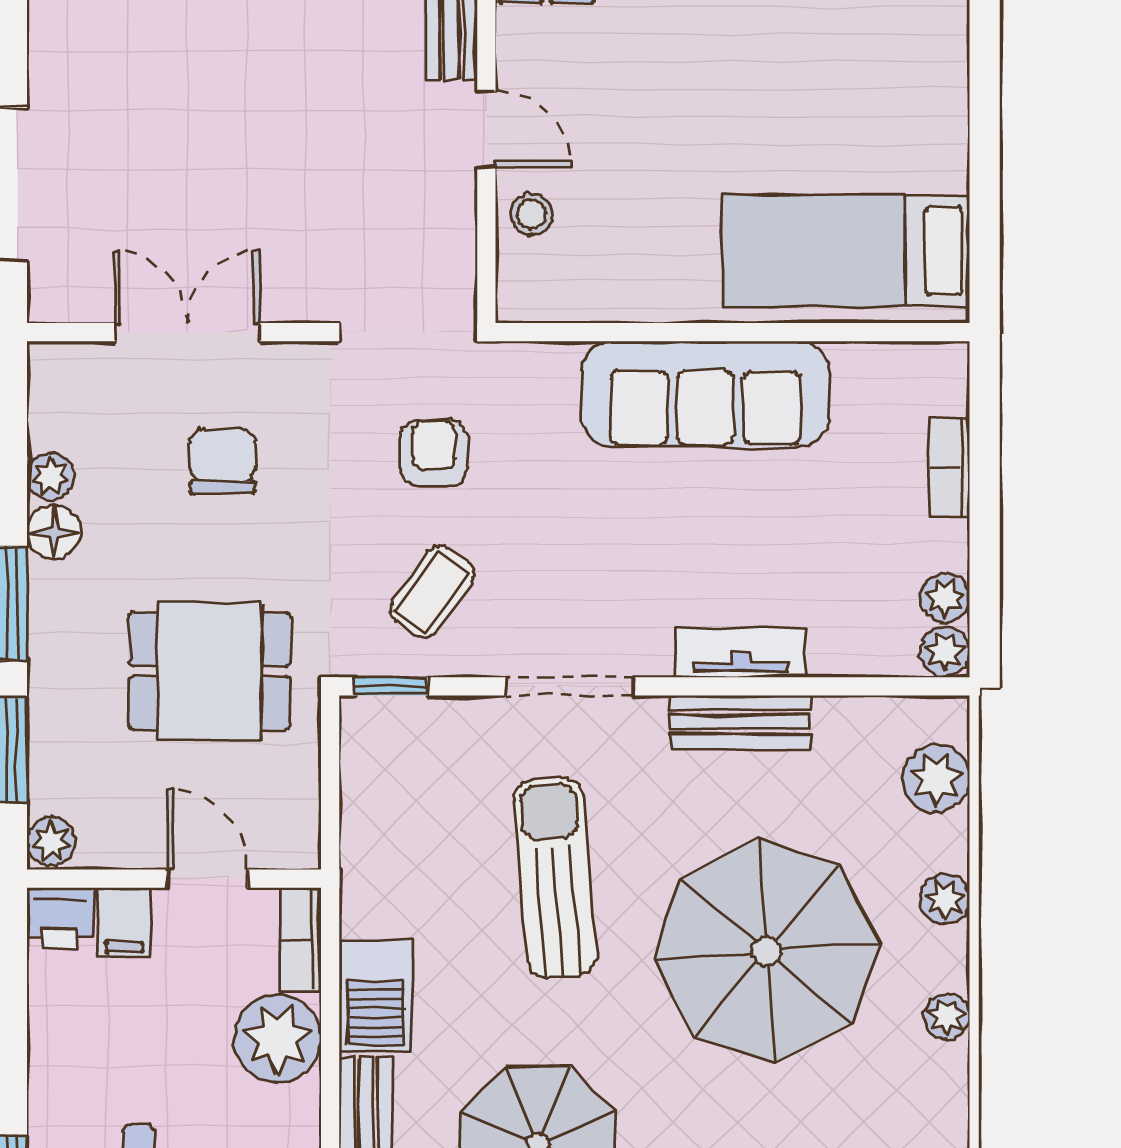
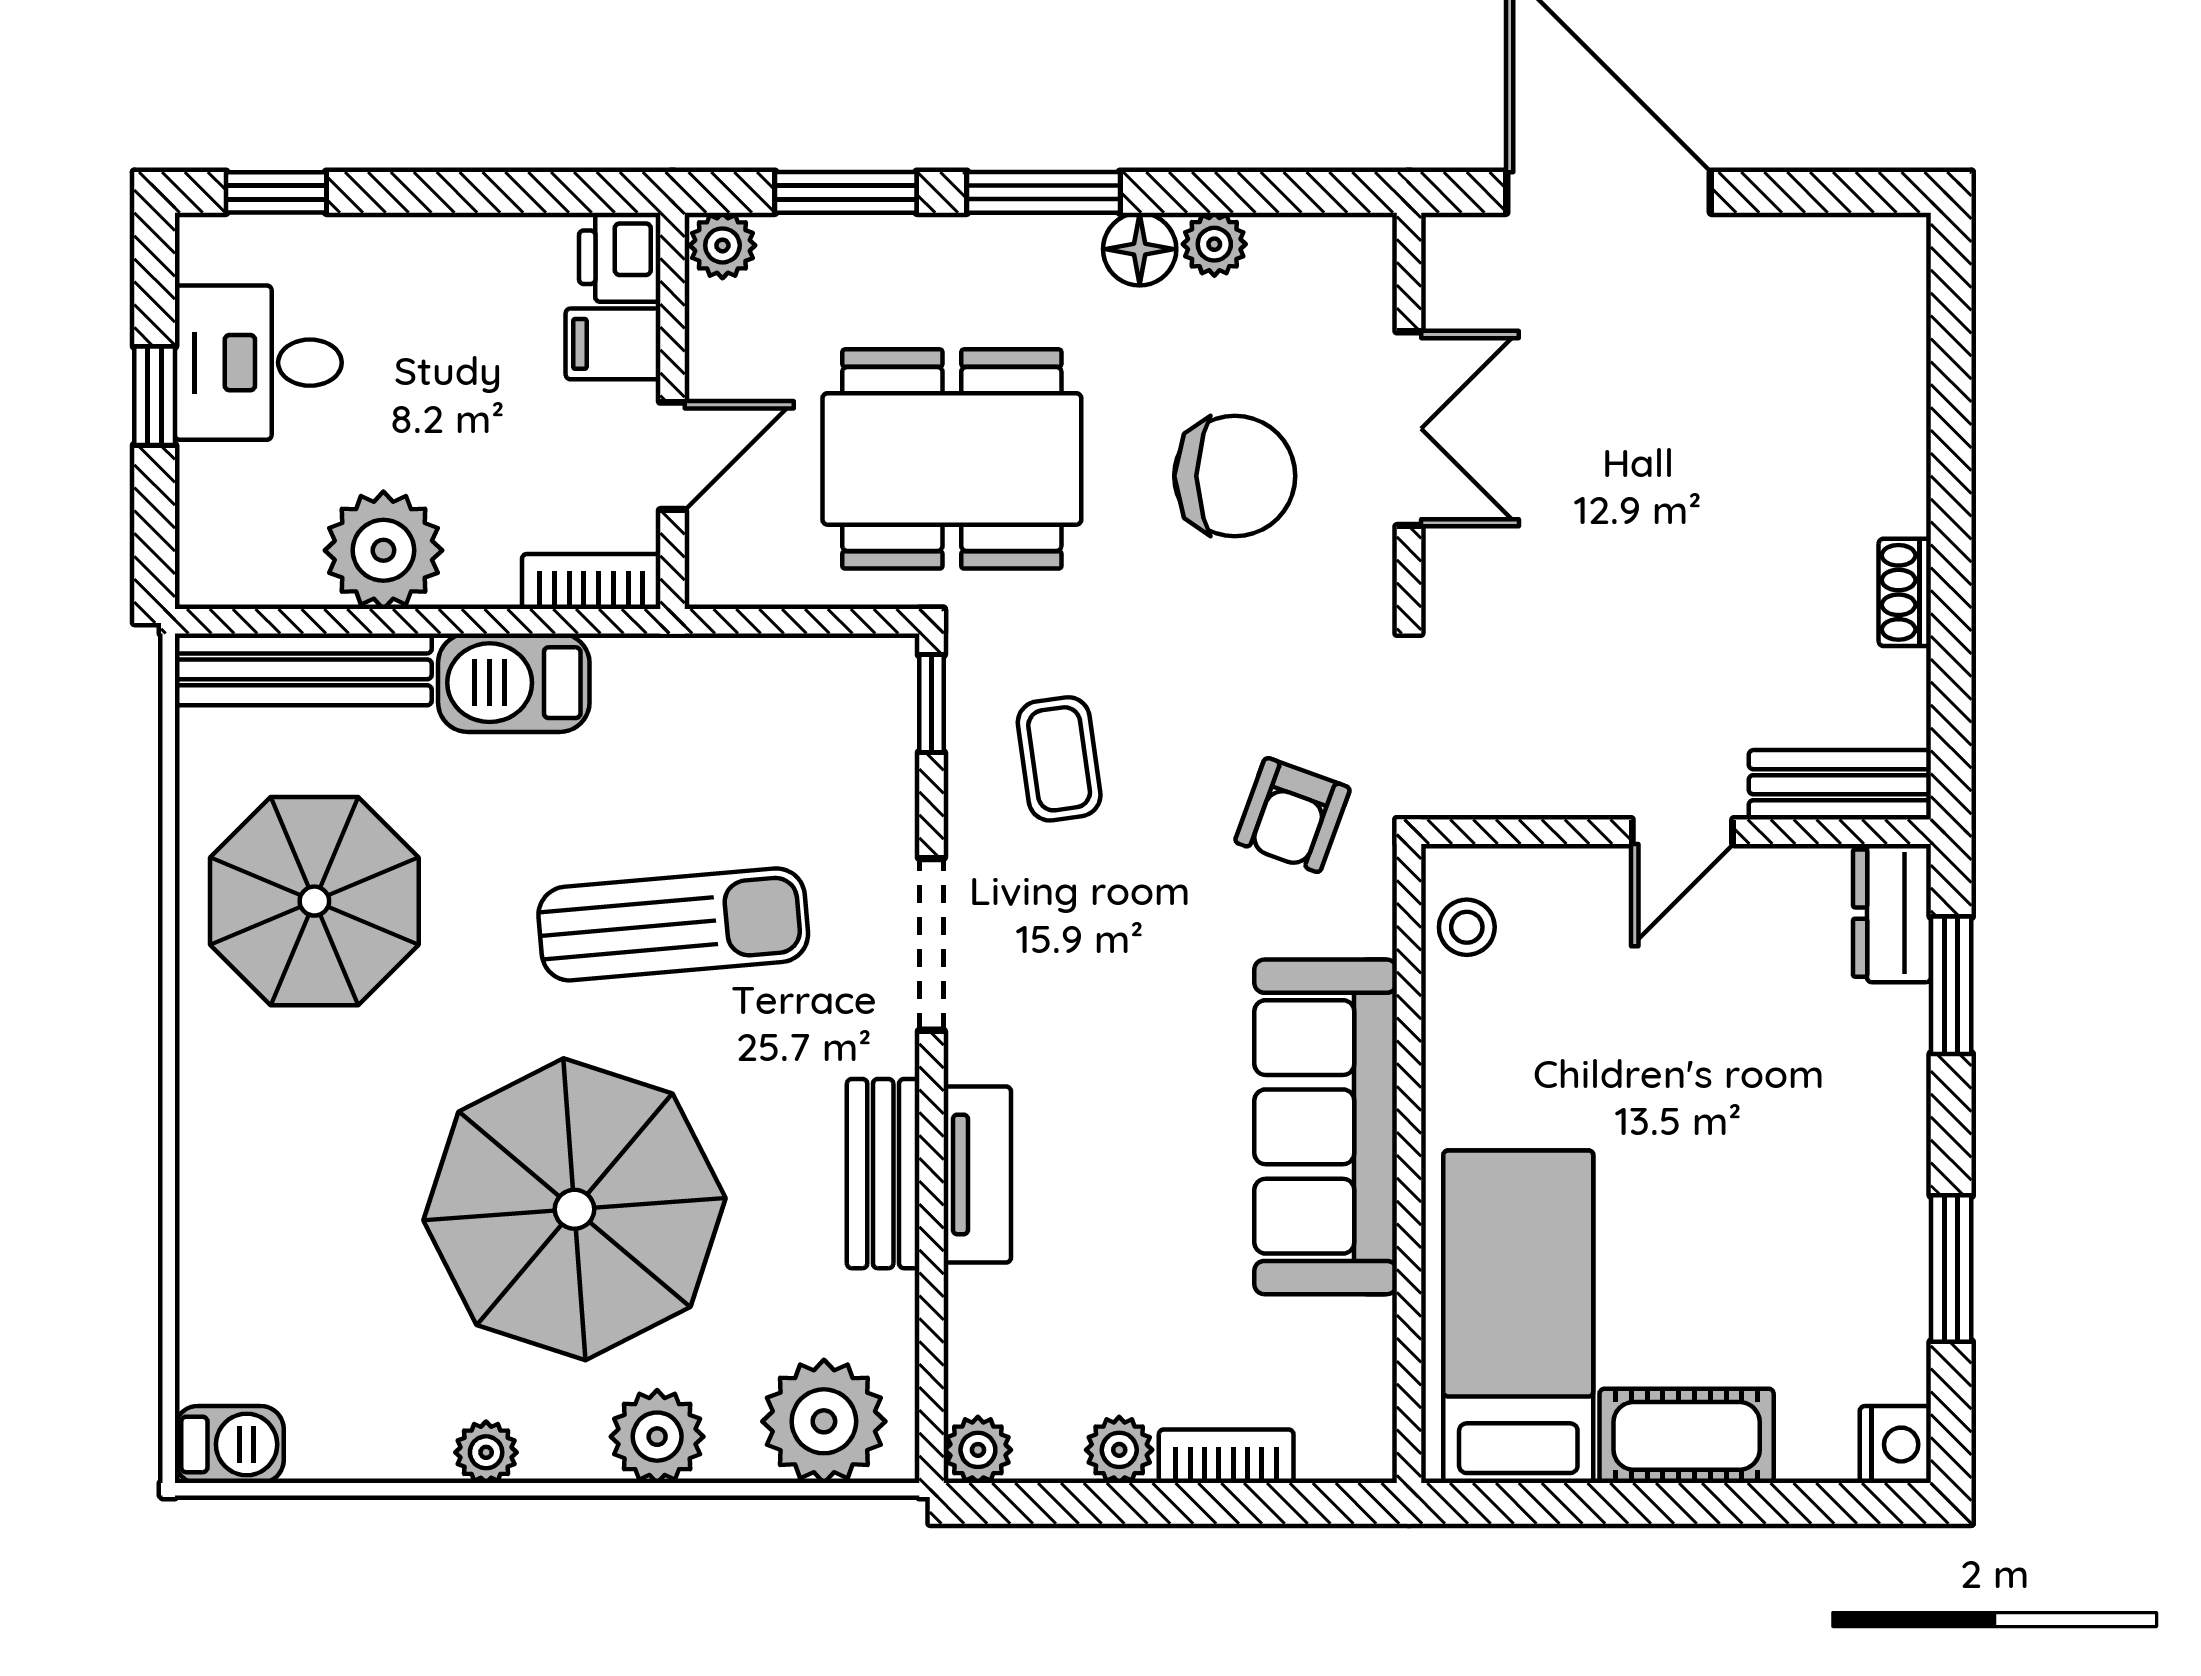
cot: (935, 126) -> (1687, 1436), added
stool: (531, 214) -> (1467, 927), moved
armchair: (434, 453) -> (1292, 815), moved, turned 110
chair: (222, 461) -> (1235, 476), width x1.37, depth x1.37
coffee table: (432, 592) -> (1059, 759), turned 47
plant: (945, 598) -> (1119, 1450), moved
dining table: (210, 671) -> (952, 459), width x1.38
plant: (936, 778) -> (824, 1421), width x1.36, depth x1.36
plant: (944, 899) -> (657, 1437), width x1.38, depth x1.38
plant: (278, 1039) -> (383, 550), moved

